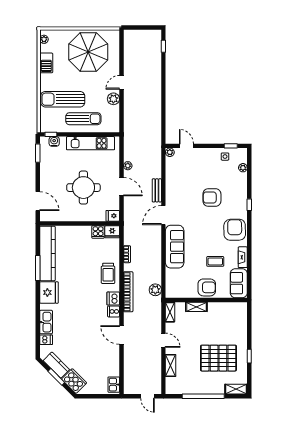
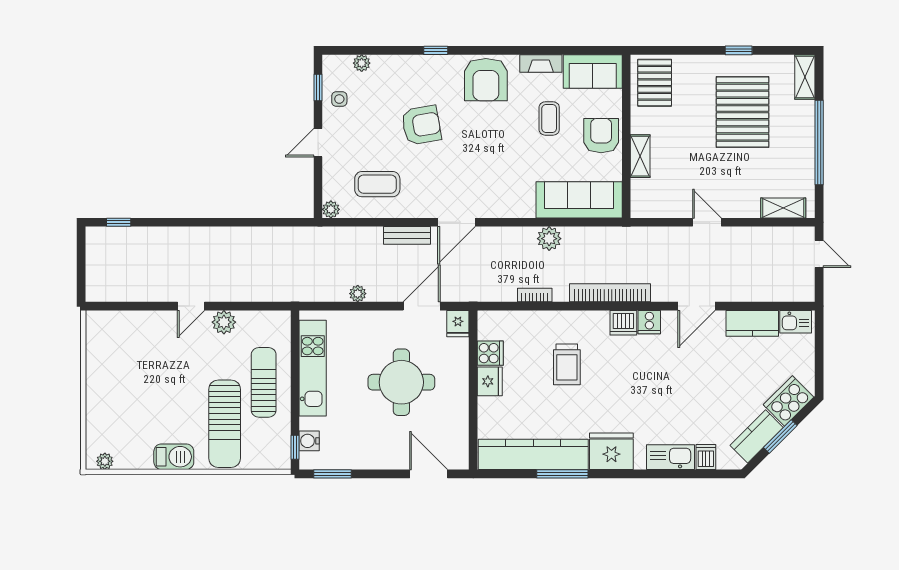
parasol: (88, 52) -> (130, 373), removed
barbecue: (46, 63) -> (174, 457), moved
door: (121, 82) -> (191, 306), hinge flipped
door: (186, 146) -> (318, 143), moved
coffee table: (182, 175) -> (377, 184), added
door: (121, 187) -> (422, 306), moved
armchair: (212, 198) -> (421, 125), turned -100
door: (38, 201) -> (429, 474), hinge flipped
door: (163, 215) -> (457, 222), hinge flipped
armchair: (235, 230) -> (486, 80), turned -89
fridge: (112, 232) -> (490, 381), moved
sofa: (175, 247) -> (579, 200), moved
trolley: (108, 273) -> (567, 364), moved, turned 90
plant: (155, 290) -> (549, 239), moved
shelving: (170, 312) -> (650, 209), removed
pallet: (233, 314) -> (655, 83), added
door: (163, 340) -> (707, 222), hinge flipped
kitchen counter: (113, 363) -> (752, 323), added
shelving: (171, 365) -> (783, 208), moved
door: (148, 396) -> (819, 254), hinge flipped

